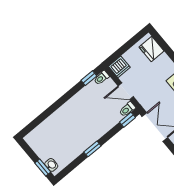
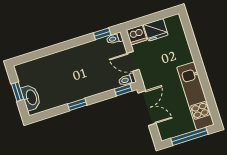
fridge: (152, 49) -> (156, 30), moved, turned -90
washbasin: (51, 165) -> (31, 97), width x1.91, depth x1.45
window: (43, 168) -> (18, 92), moved

